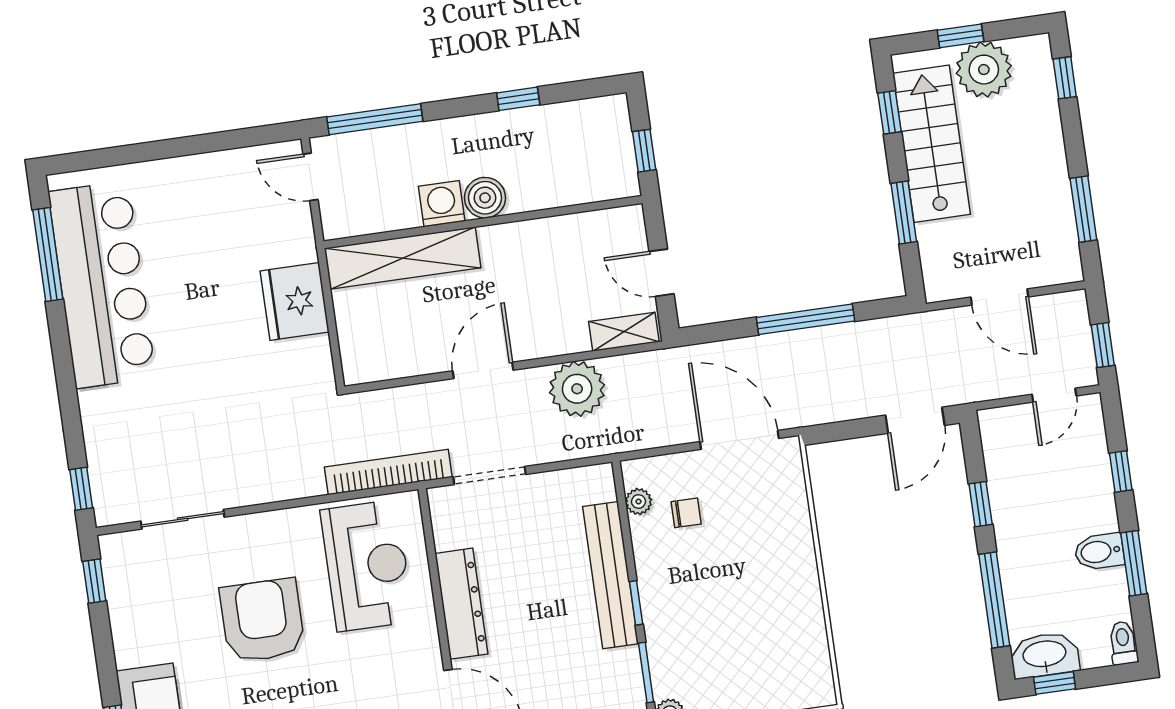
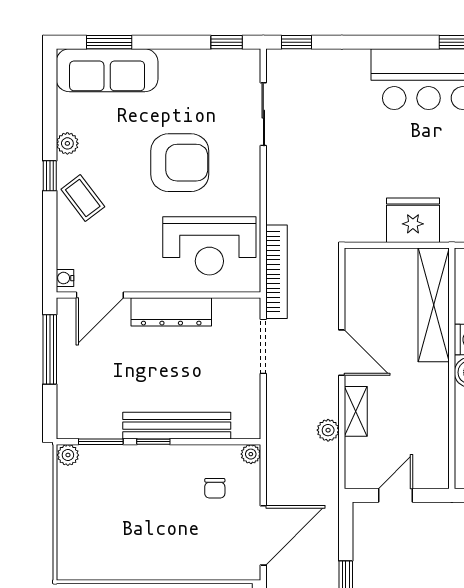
shelving: (624, 332) -> (356, 411), moved
plant: (577, 389) -> (328, 430), width x0.53, depth x0.53
plant: (638, 502) -> (251, 454), moved

